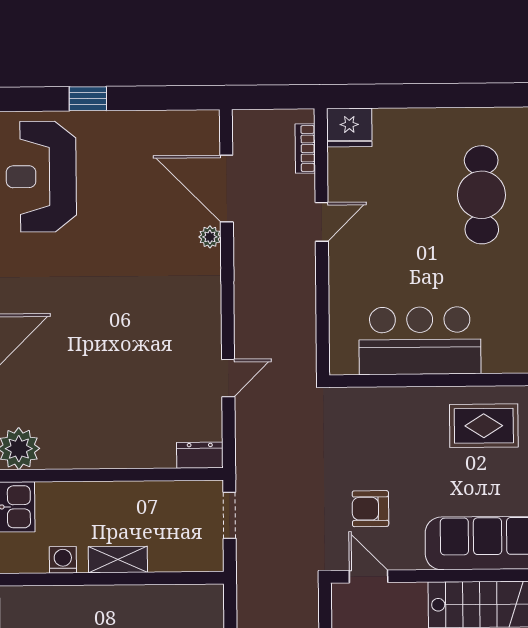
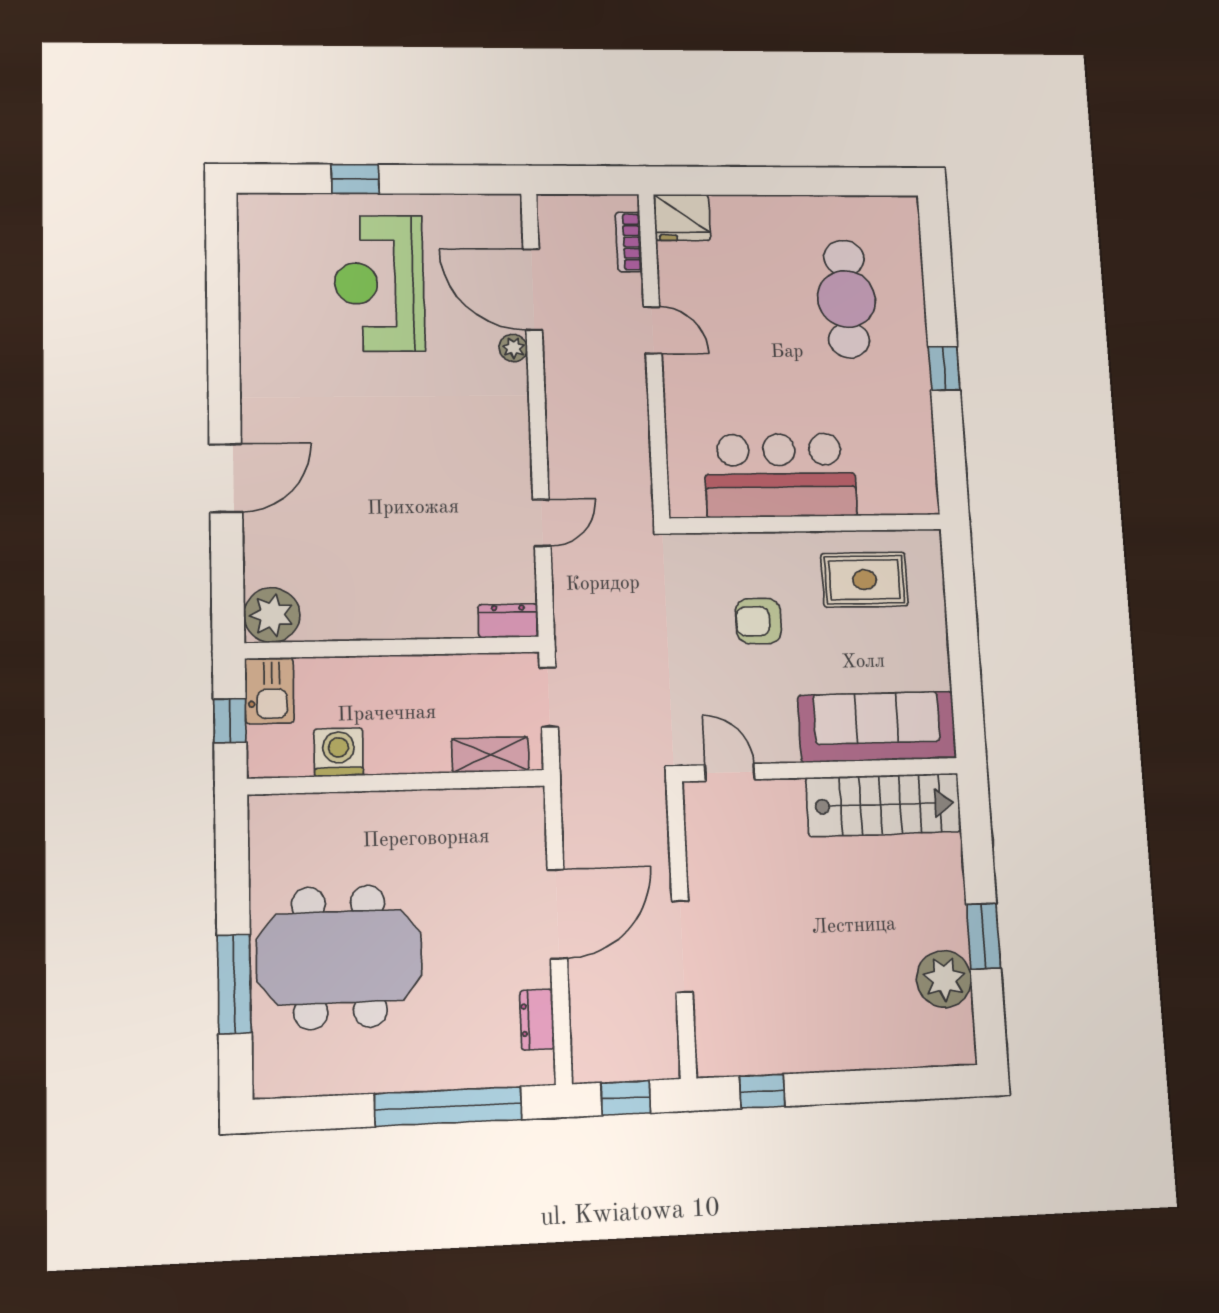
reception desk: (41, 177) -> (379, 283), moved
door: (322, 222) -> (653, 330), hinge flipped
armchair: (370, 509) -> (758, 621), moved
shelving: (118, 559) -> (490, 755), moved
washing machine: (63, 560) -> (339, 752), width x1.38, depth x1.38

